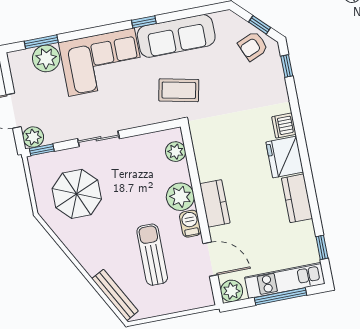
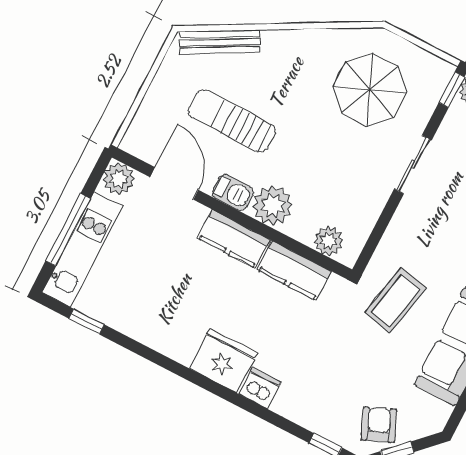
kitchen counter: (297, 198) -> (294, 271), moved, turned 180
sun lounger: (152, 255) -> (232, 121), turned 180
door: (210, 259) -> (174, 183), swing flipped

